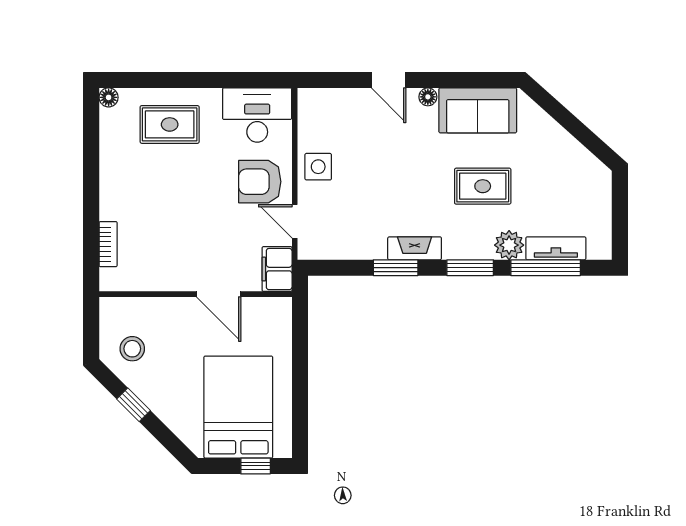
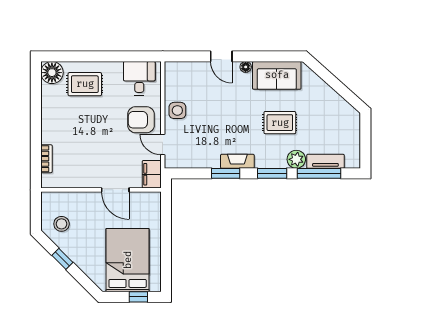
floor lamp: (109, 97) -> (52, 73), width x1.89, depth x1.89
desk: (257, 115) -> (139, 78), width x0.73

